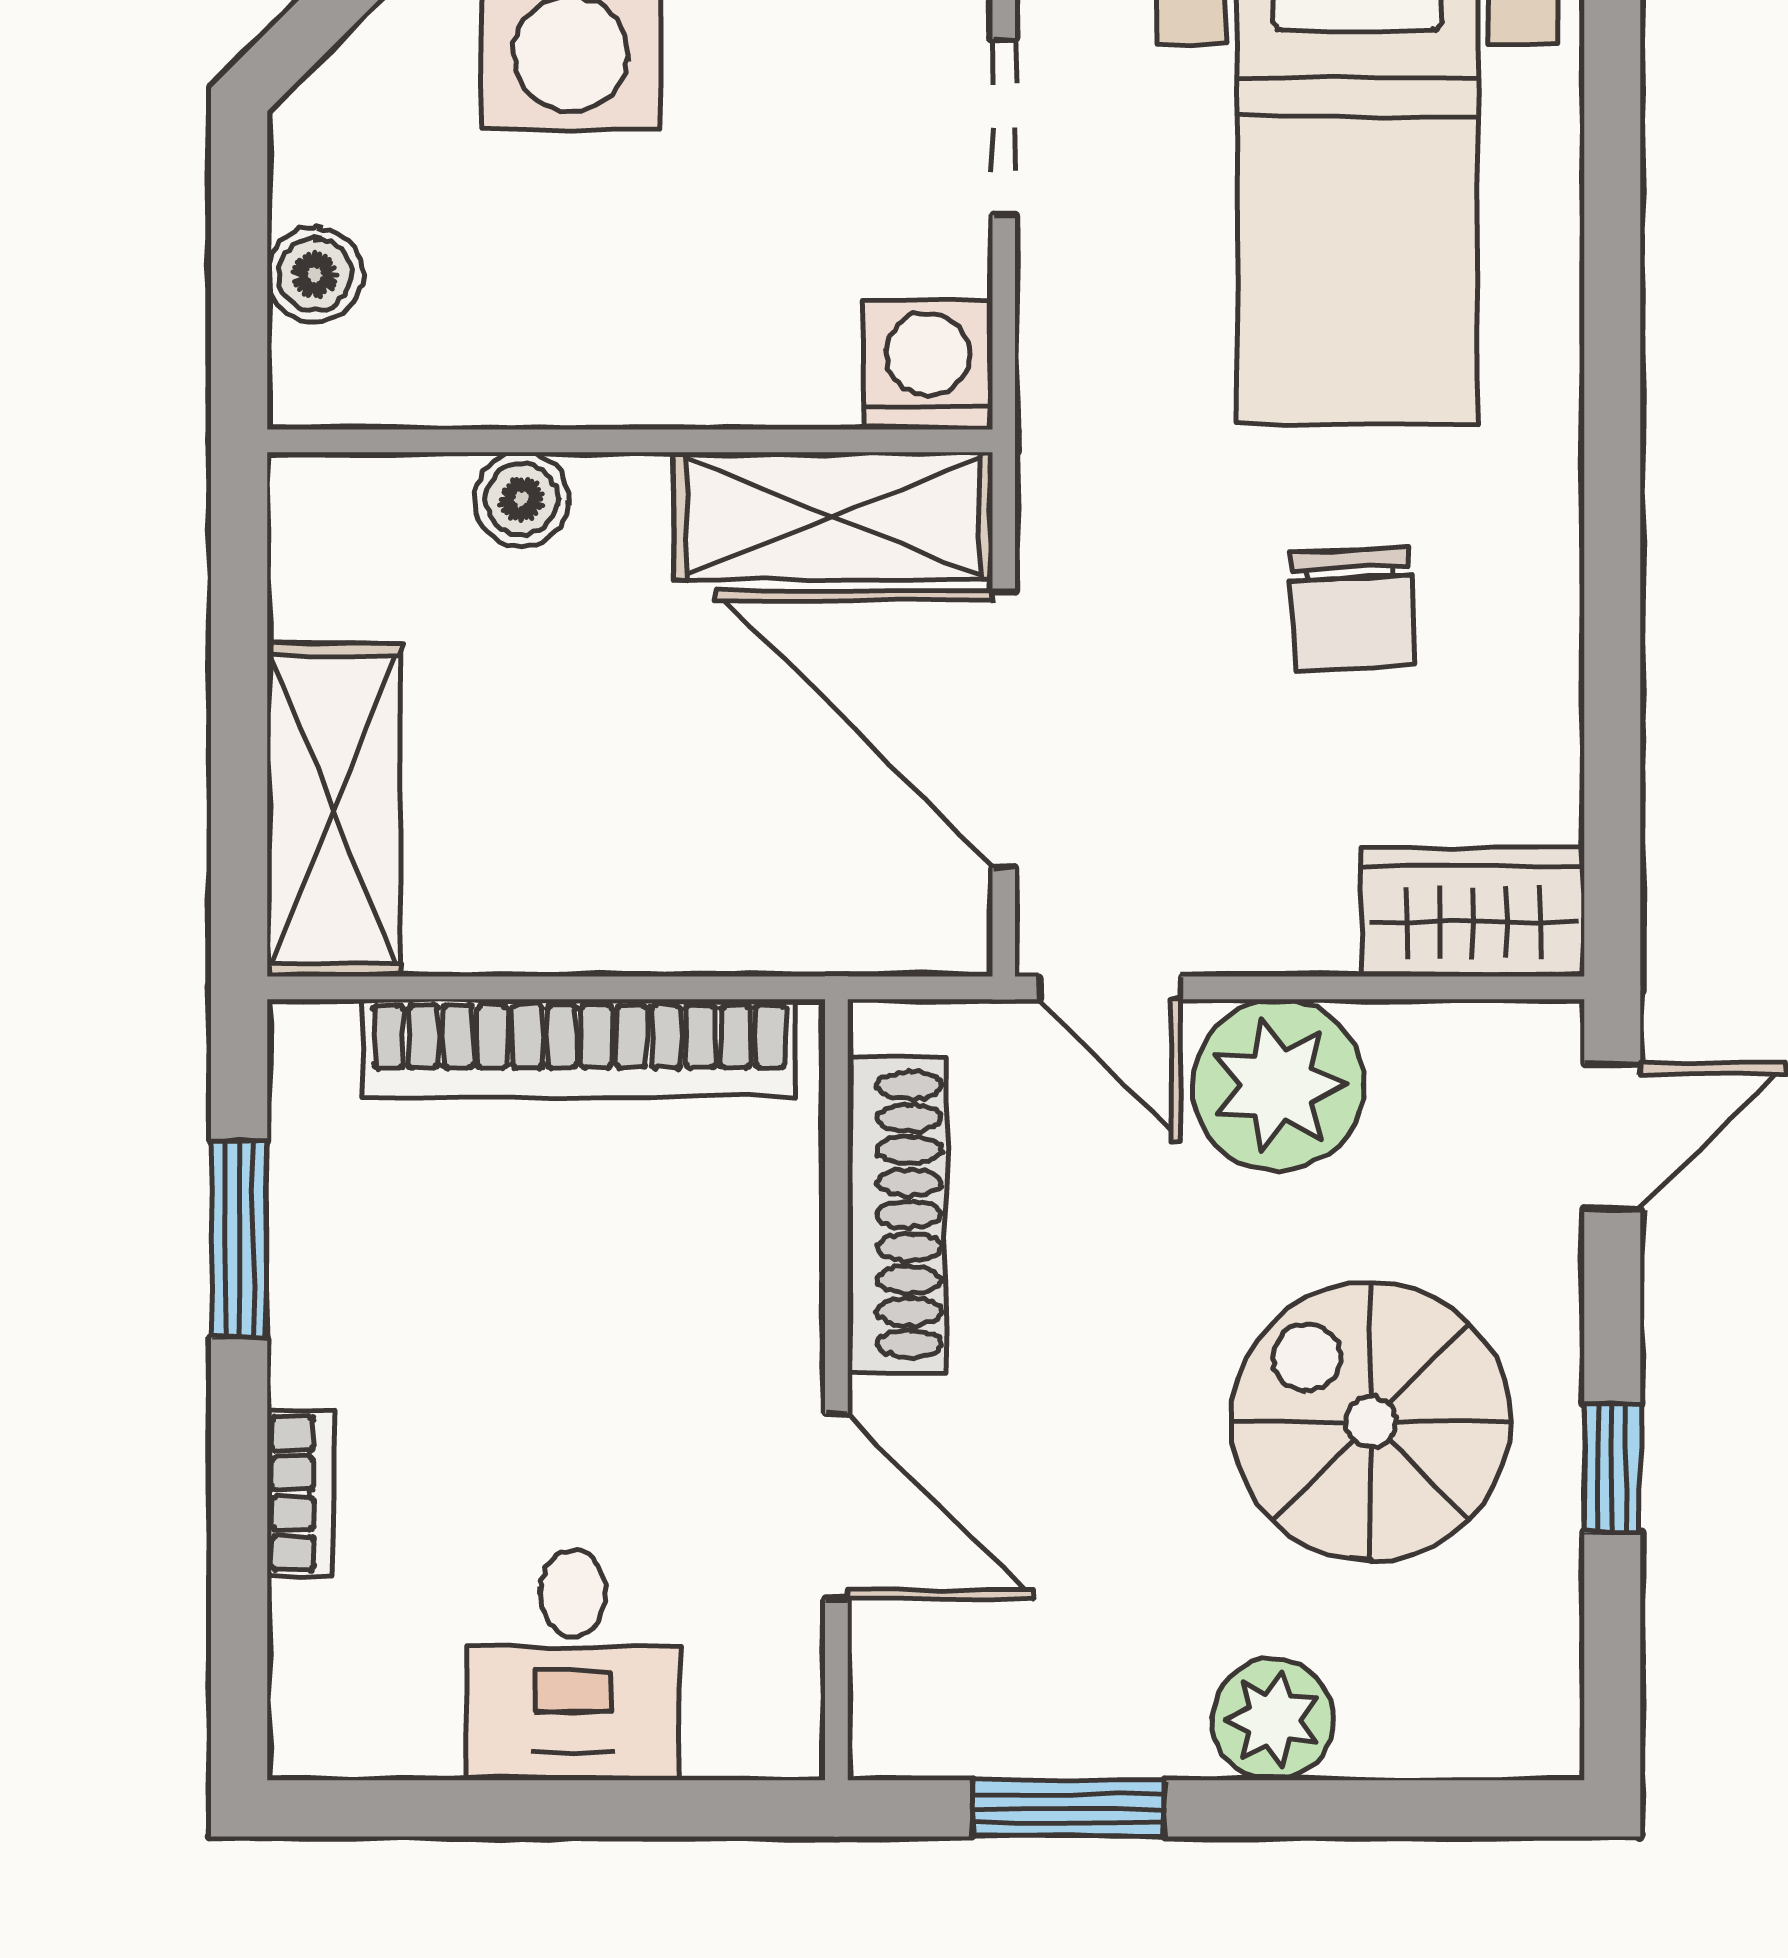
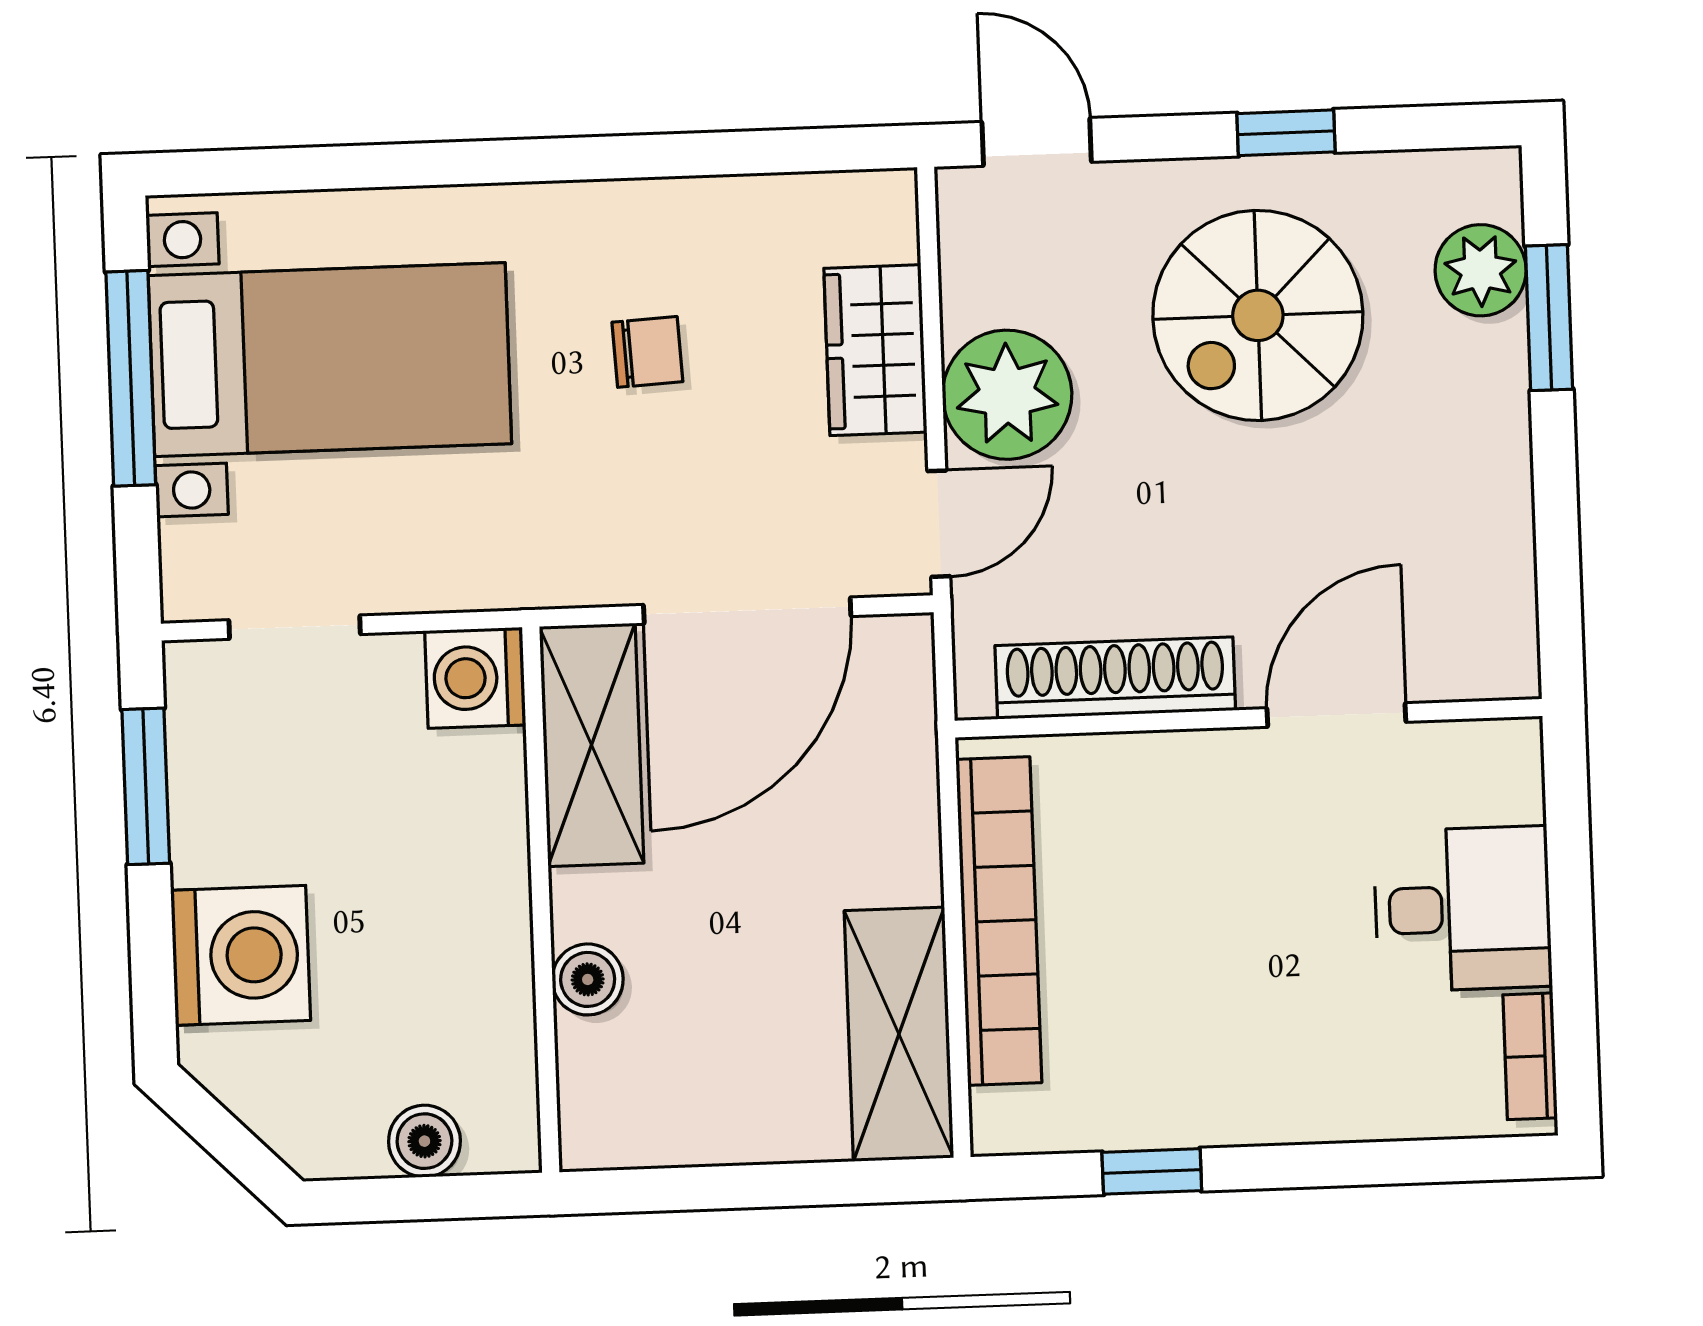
chair: (1352, 609) -> (647, 352), width x0.73, depth x0.73
shelving: (334, 810) -> (899, 1034), moved, turned 90
wardrobe: (1473, 912) -> (875, 350), moved
window: (239, 1239) -> (1152, 1171), width x0.67
bookcase: (300, 1493) -> (1530, 1056), moved, turned -90
plant: (1273, 1720) -> (1481, 270), moved
window: (1069, 1808) -> (1549, 318), moved

